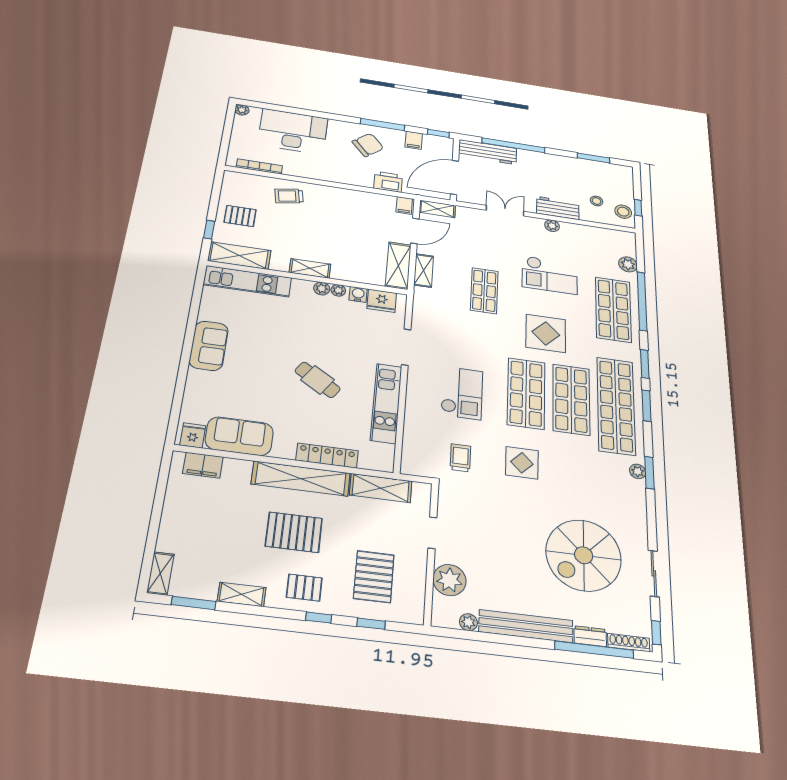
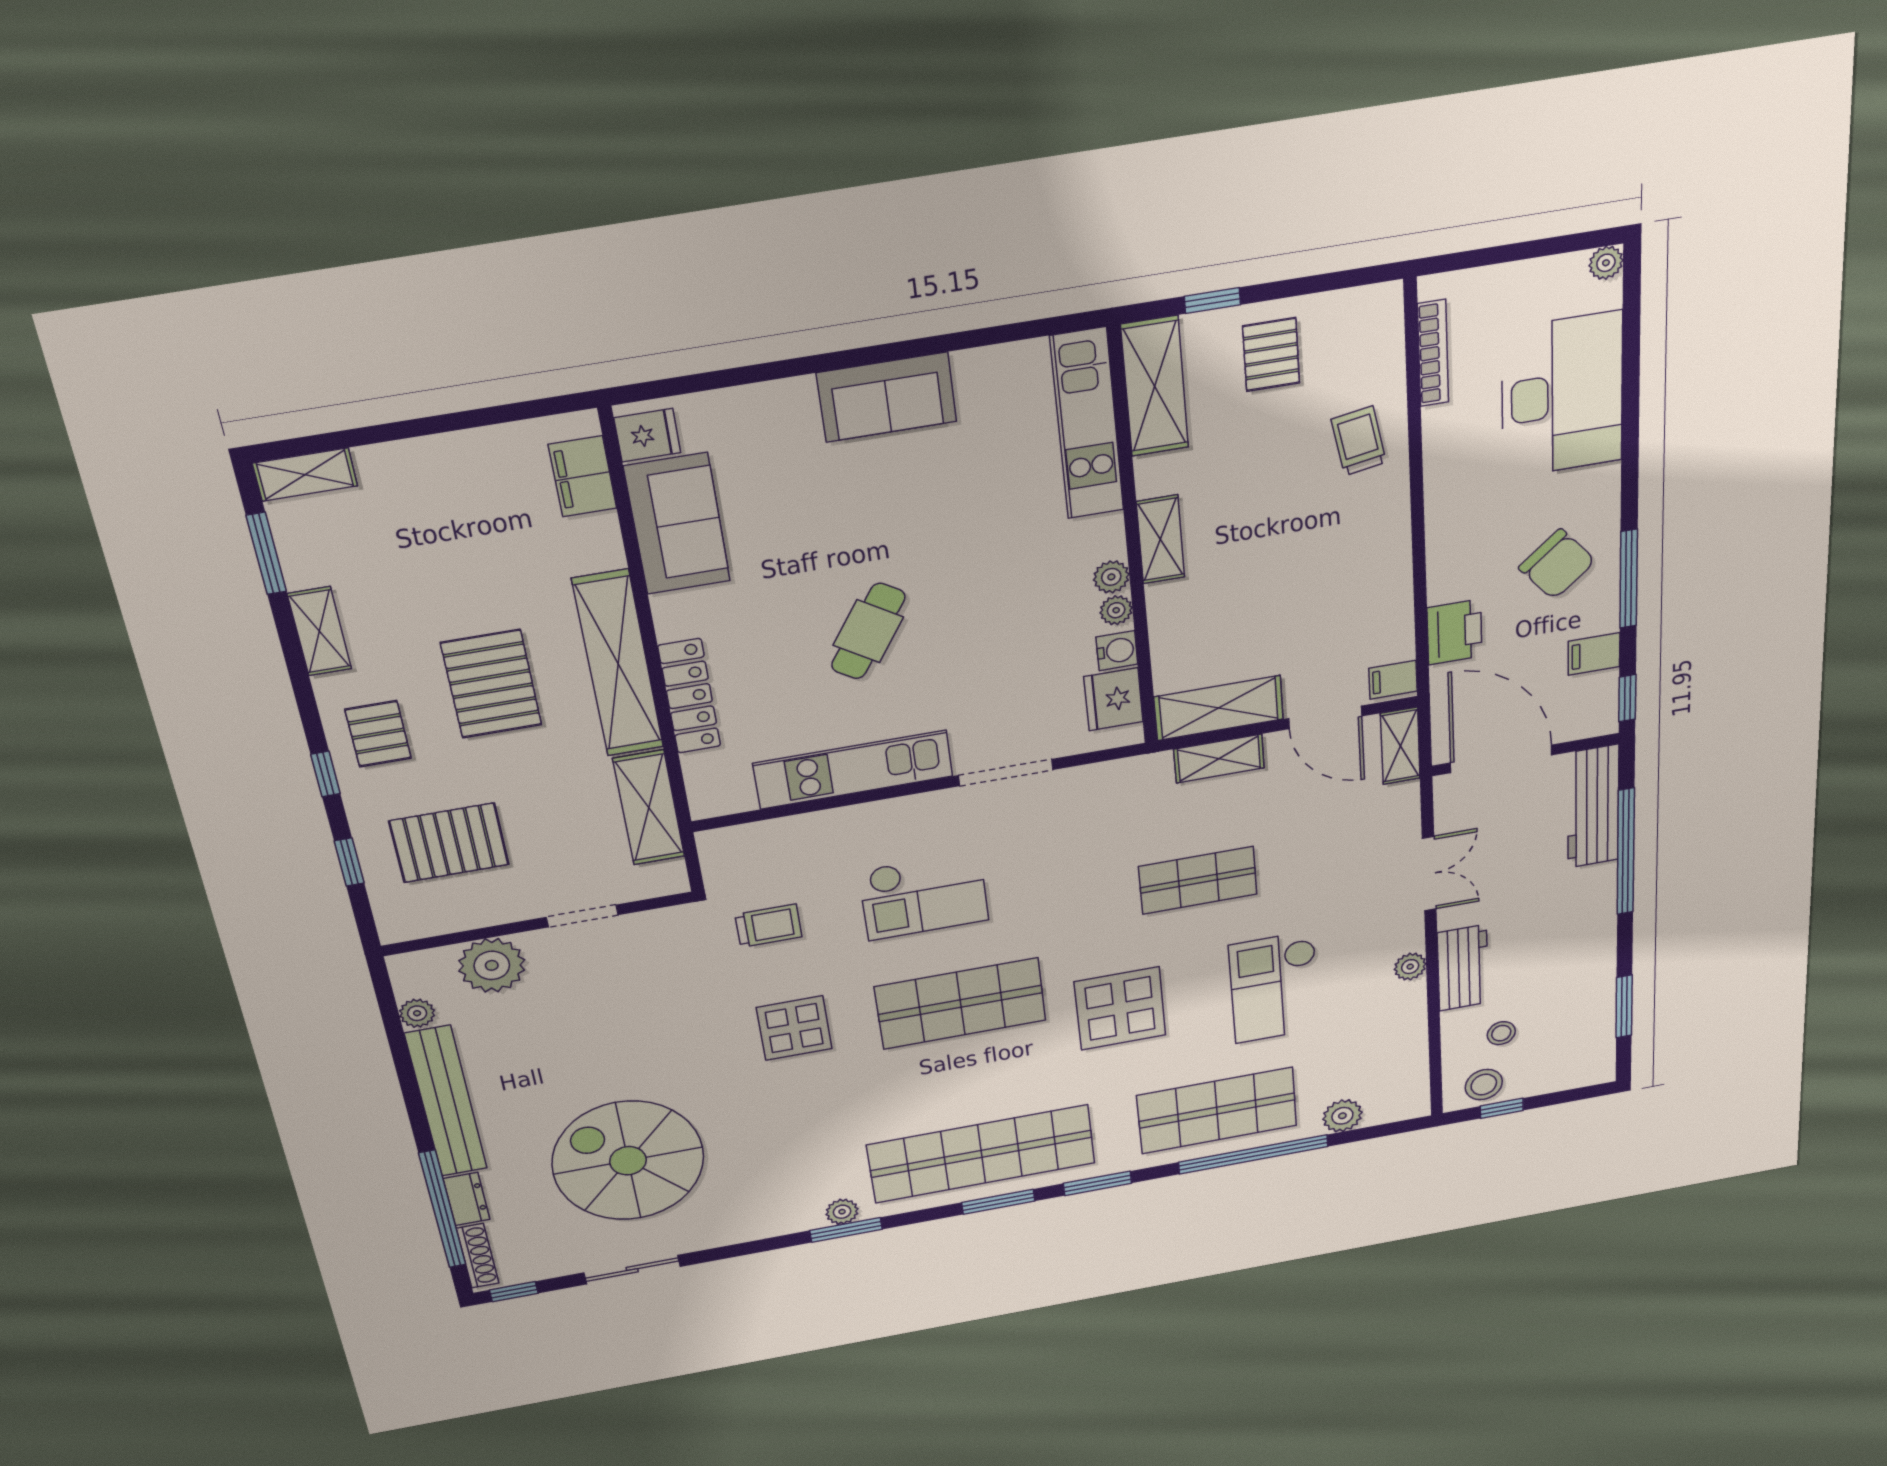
shop shelf: (571, 399) -> (971, 1080), removed

